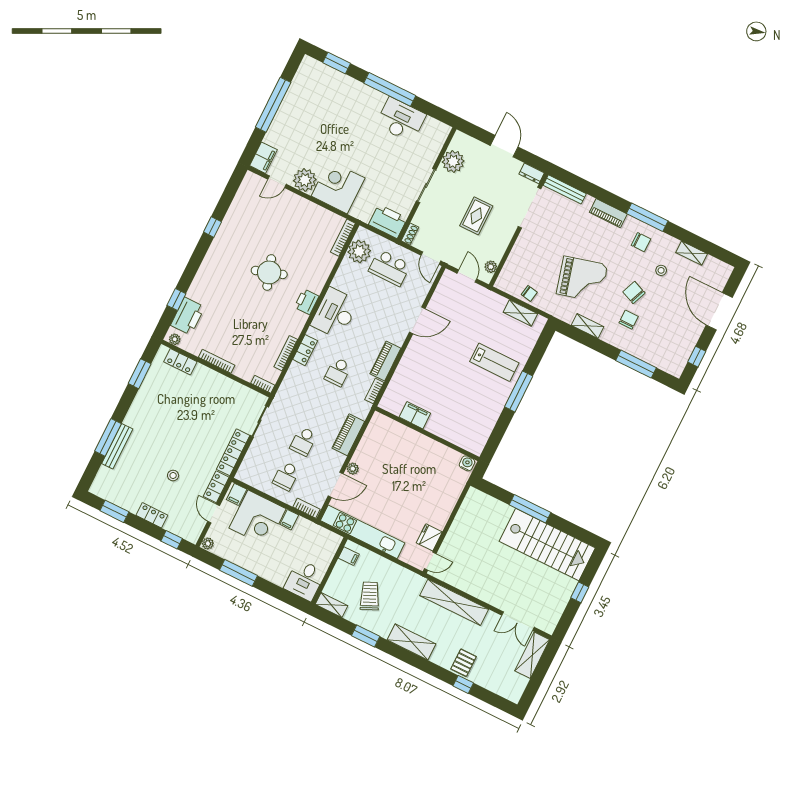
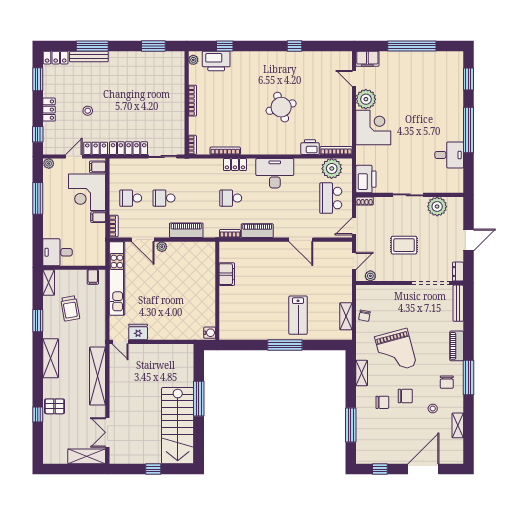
desk: (401, 120) -> (449, 155), width x0.73
chair: (634, 292) -> (405, 396), turned 68
printer: (307, 302) -> (310, 147), moved
locker: (180, 362) -> (56, 58), moved, turned -90
trolley: (370, 596) -> (70, 308), turned 104

